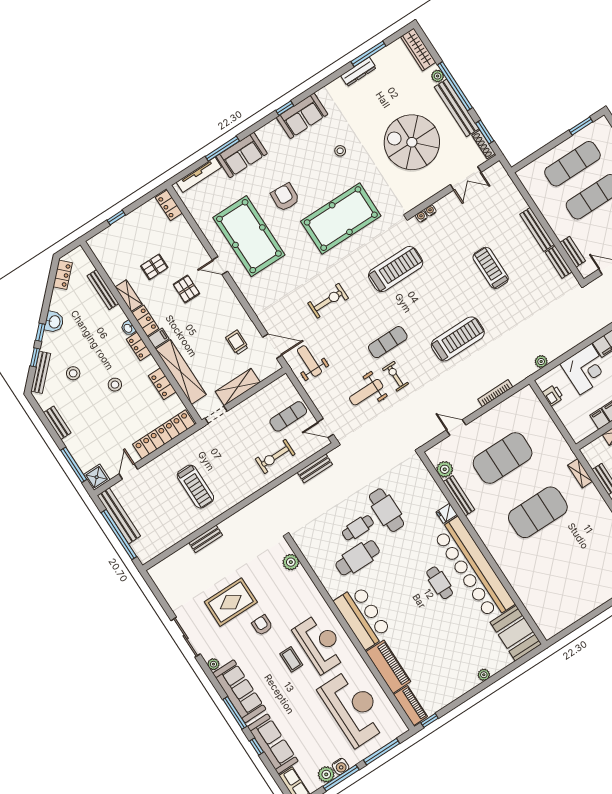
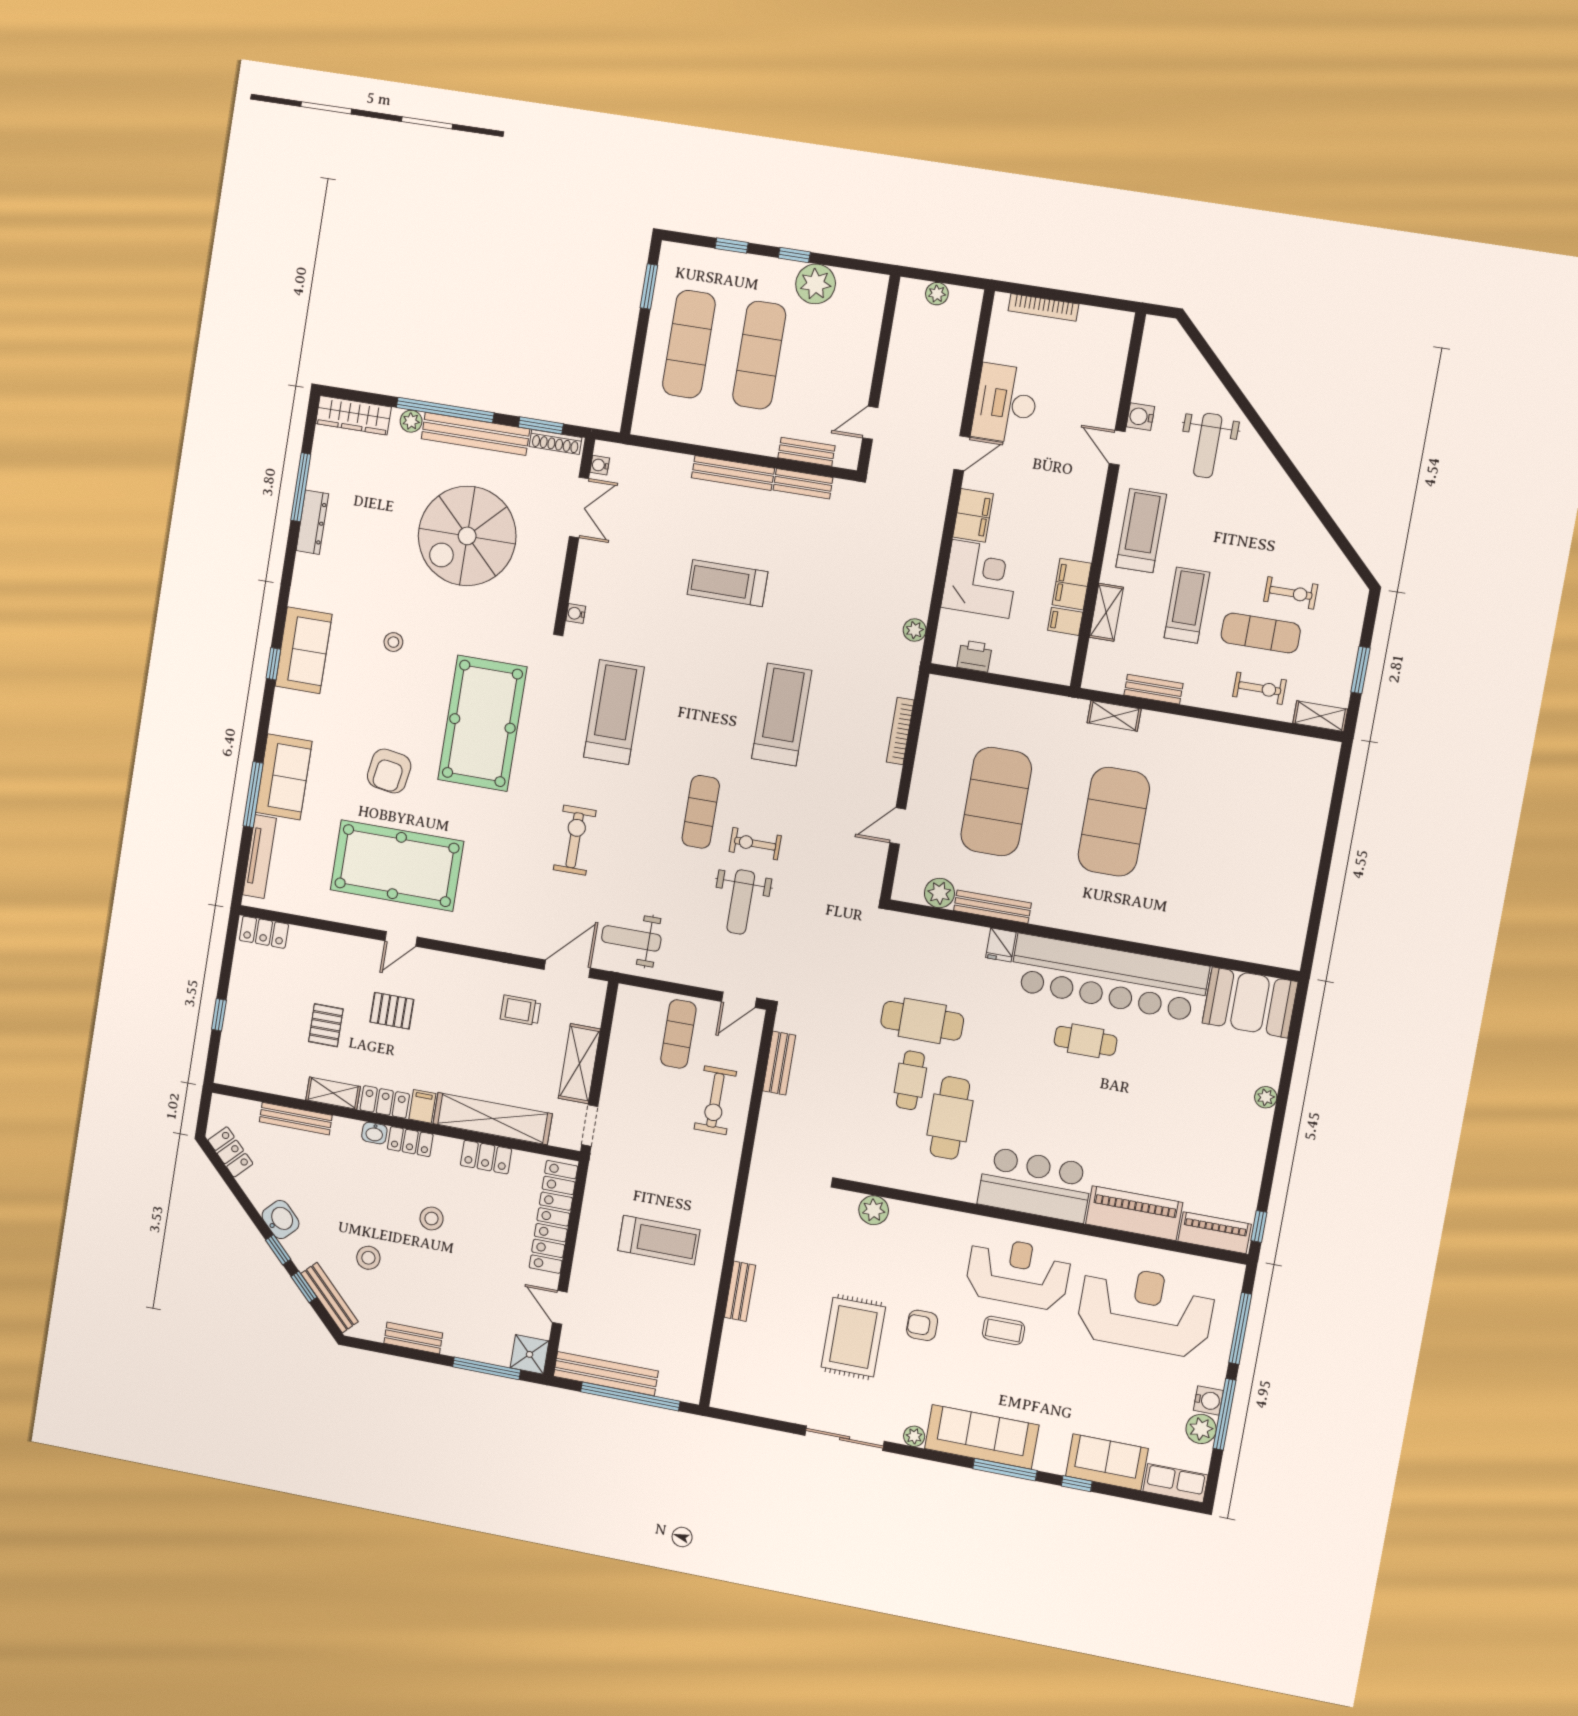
armchair: (285, 197) -> (389, 771), turned -84
water cooler: (430, 210) -> (600, 465), moved
sofa: (273, 744) -> (1107, 1462), width x0.73

